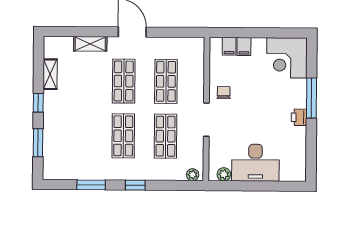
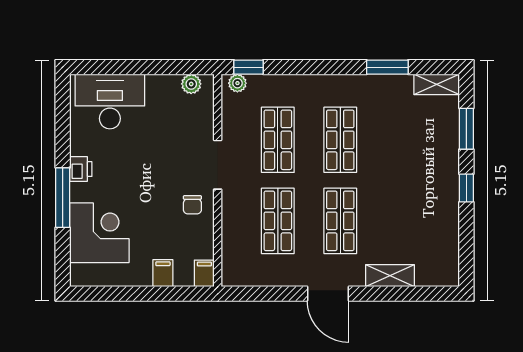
filing cabinet: (229, 46) -> (204, 273), moved
corner desk: (287, 58) -> (99, 233), moved
shelving: (50, 74) -> (437, 84), moved, turned 90
desk: (255, 163) -> (110, 102), moved
window: (135, 185) -> (248, 67), moved

